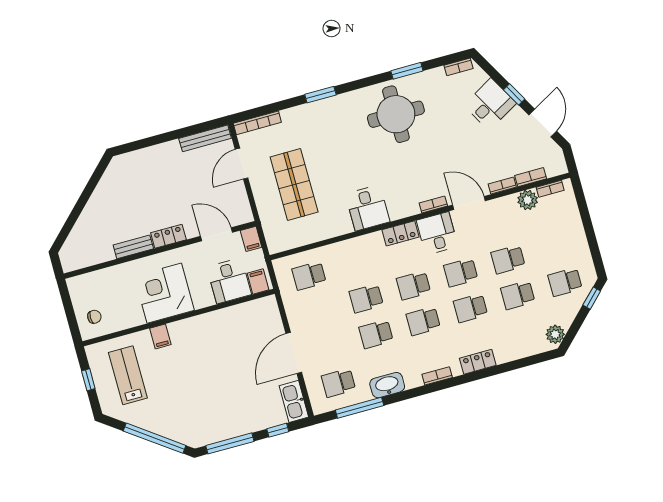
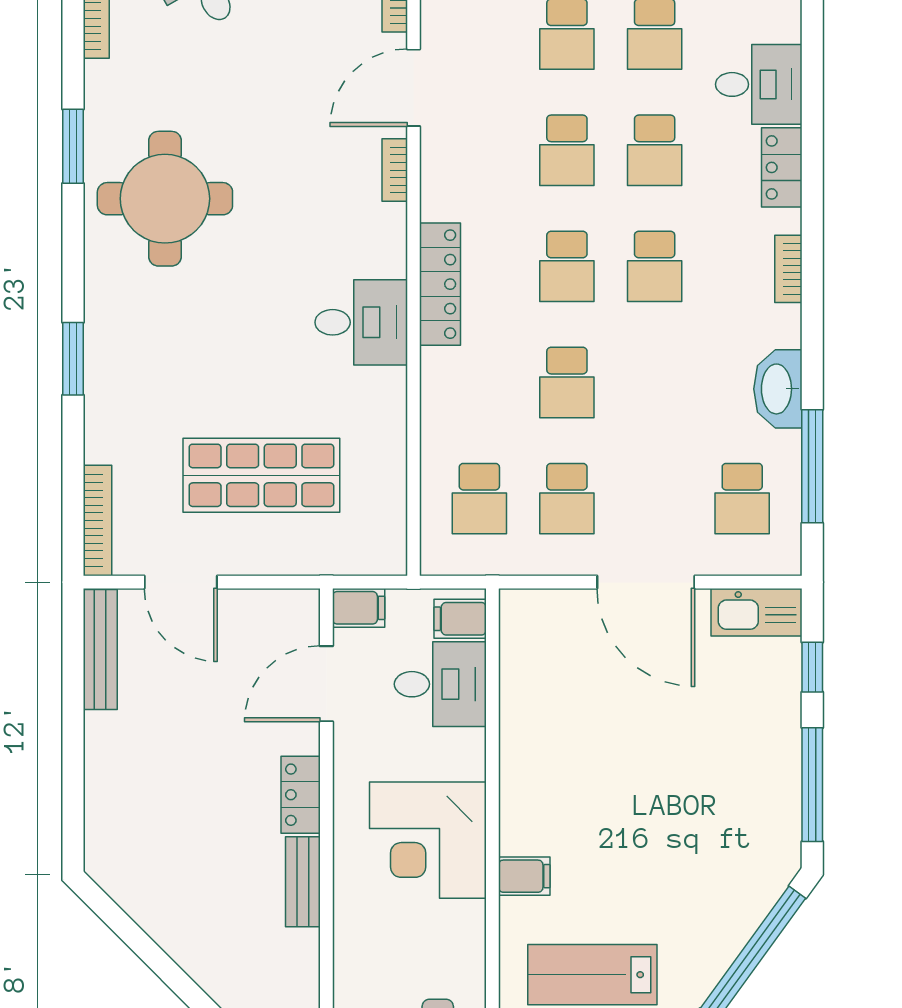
locker: (401, 233) -> (440, 284), width x1.53
desk: (437, 233) -> (759, 84), moved, turned 180
school desk: (376, 334) -> (567, 499), moved

